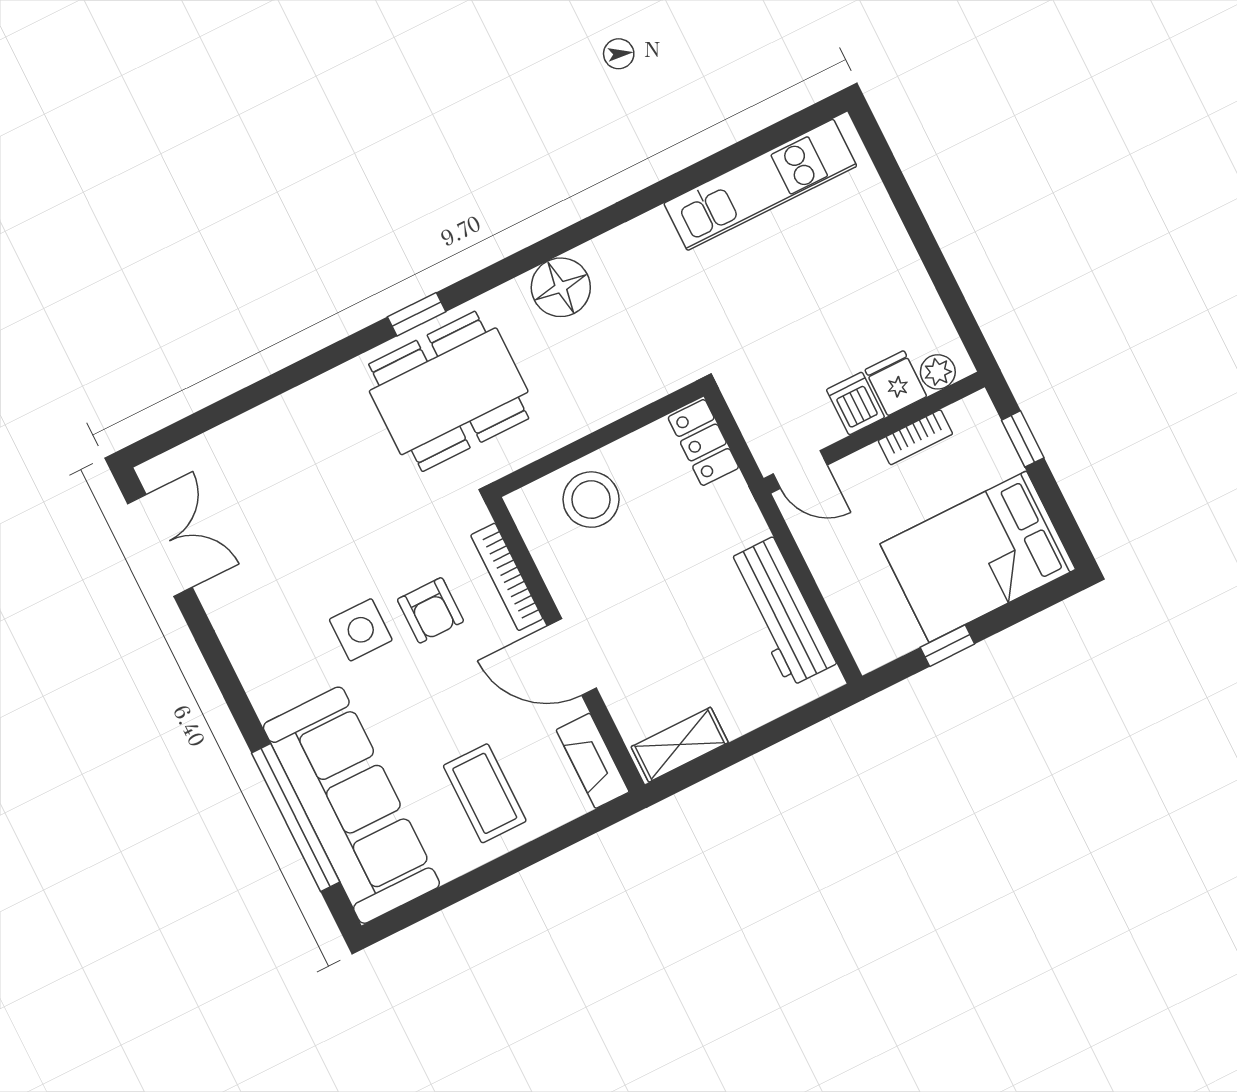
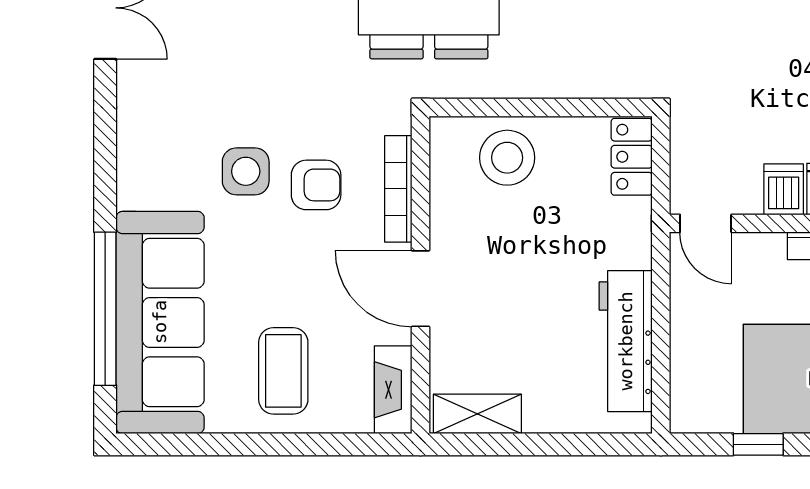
armchair: (430, 610) -> (316, 185), turned -90

